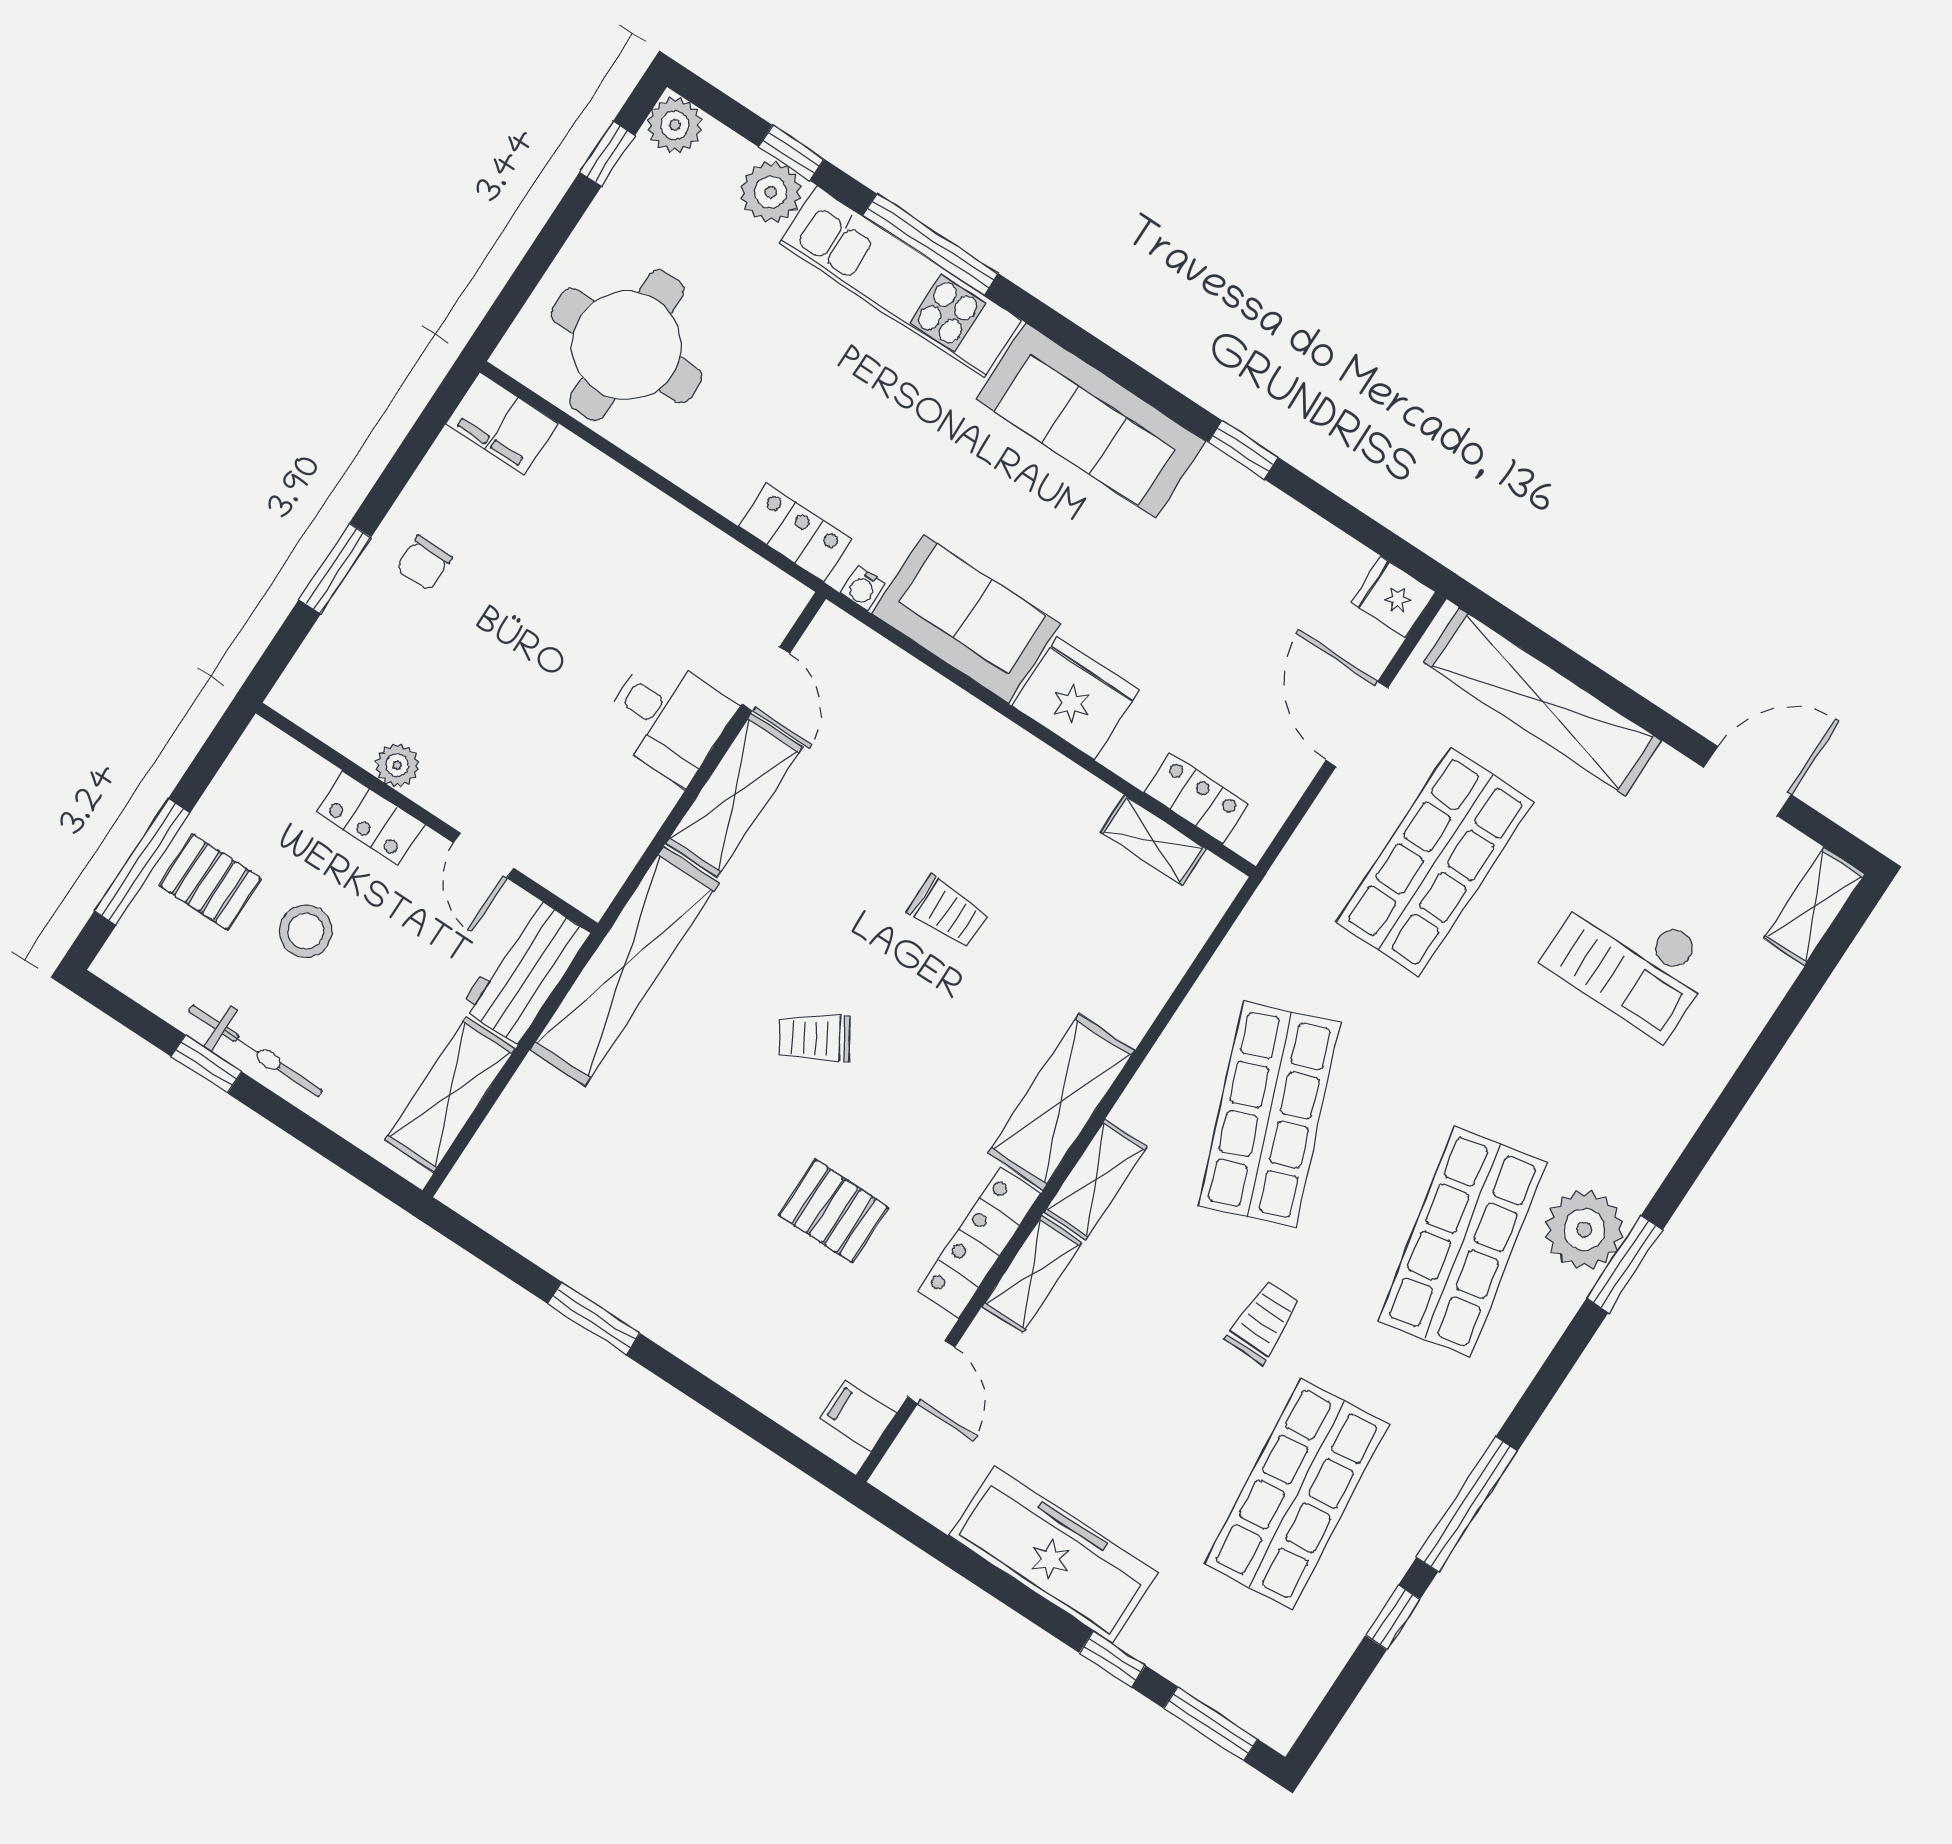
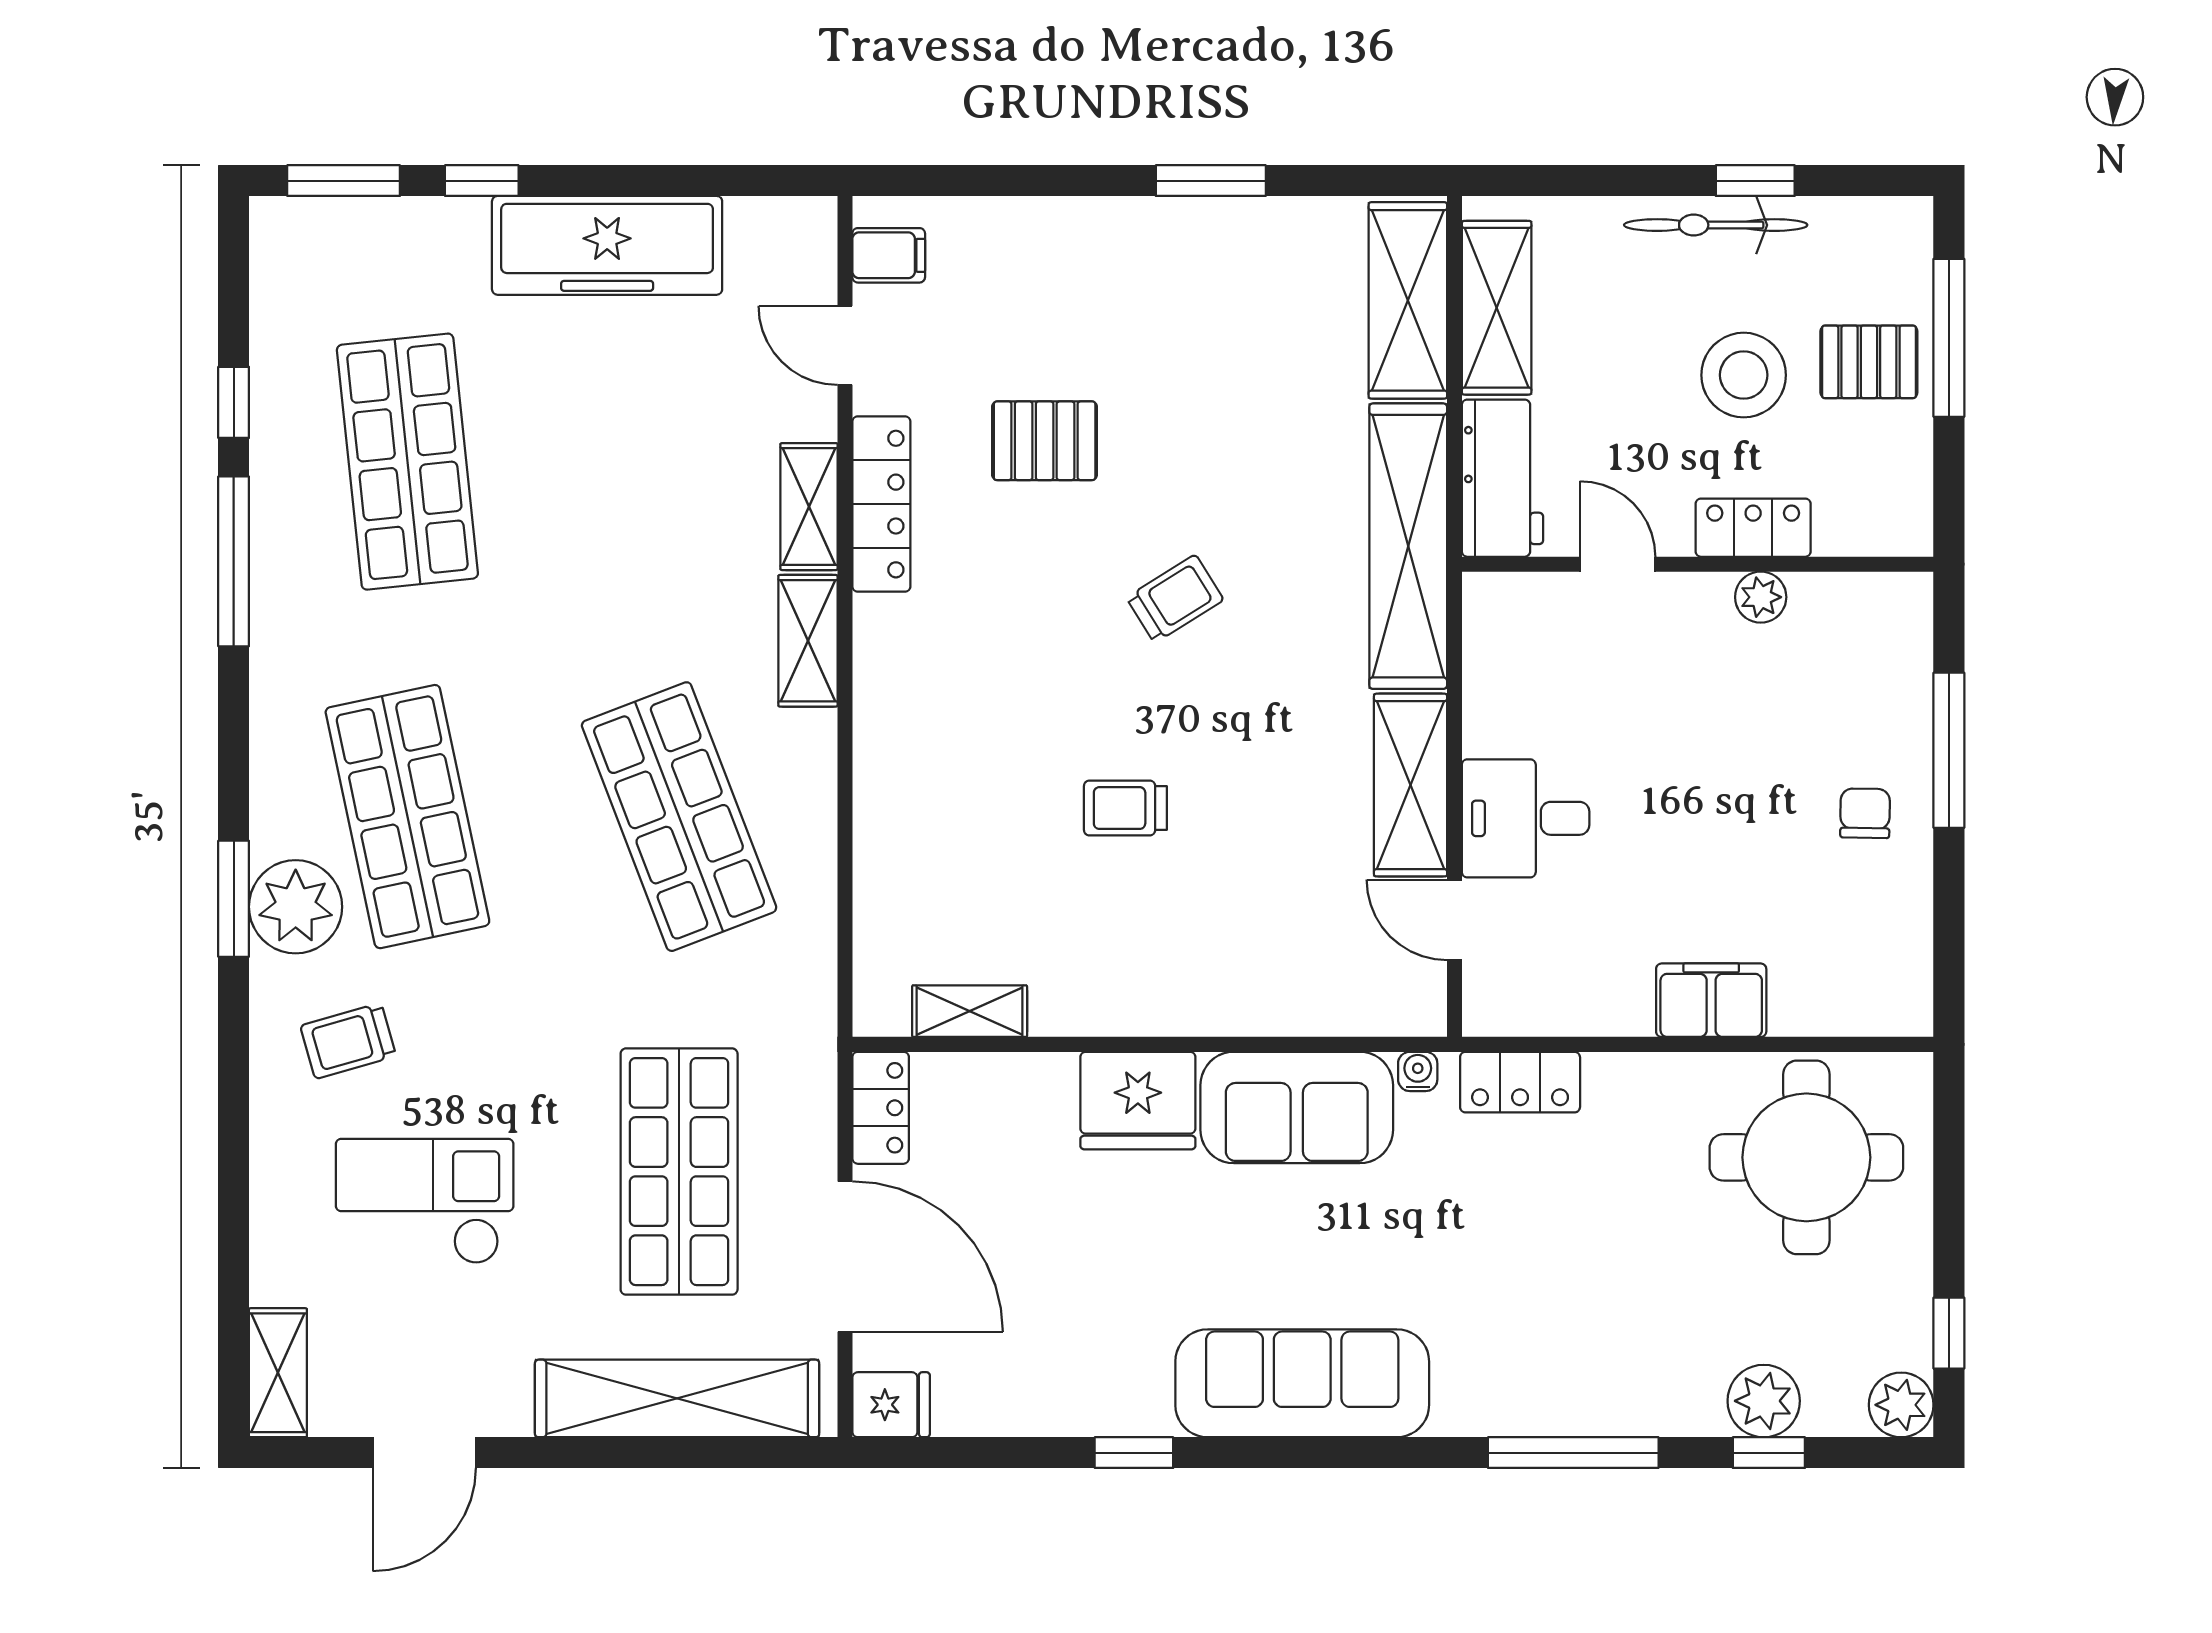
kitchen unit: (901, 282) -> (1578, 1397), removed
filing cabinet: (502, 424) -> (1711, 1000), moved
window: (335, 568) -> (1949, 750), width x1.44
door: (1357, 724) -> (845, 1257), width x1.36
locker: (1196, 798) -> (881, 1108), moved, turned -90
stool: (306, 931) -> (1744, 375), width x1.38, depth x1.38
shelving: (1061, 1102) -> (1408, 300), moved
trolley: (1263, 1322) -> (348, 1041), moved, turned 74

